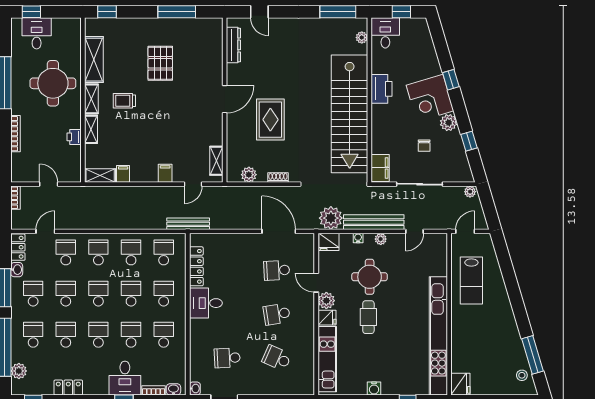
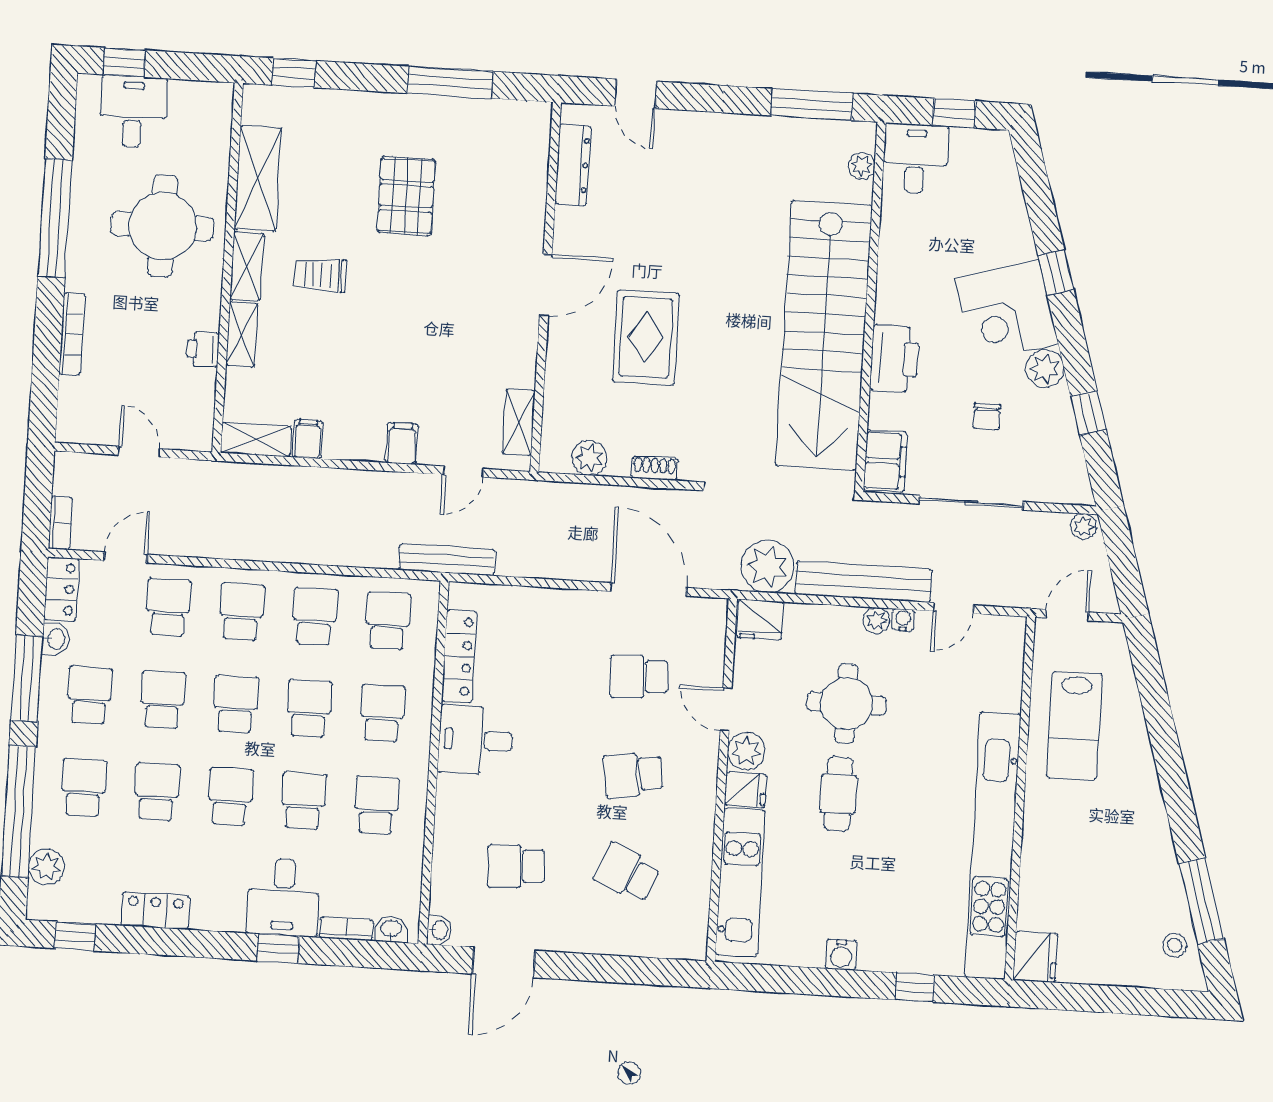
printer: (382, 89) -> (895, 359), moved
bookcase: (16, 198) -> (60, 523), moved
water cooler: (358, 238) -> (903, 620), moved

